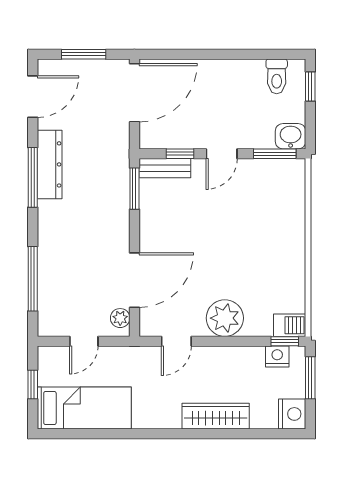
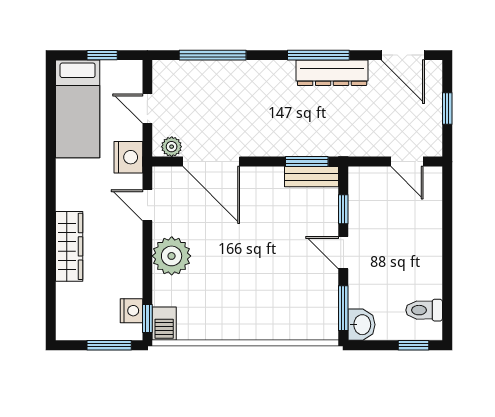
window: (84, 54) -> (447, 109), width x0.67
door: (134, 93) -> (407, 162), width x0.53
bench: (165, 168) -> (312, 177), moved, turned 90
nightstand: (292, 414) -> (128, 157), moved, turned -90

